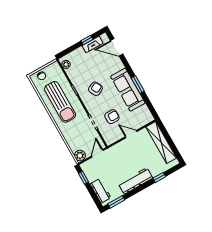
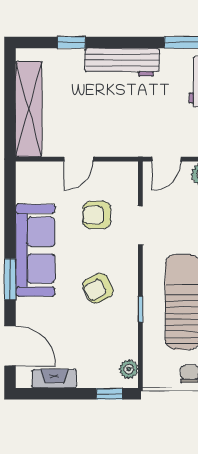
window: (87, 40) -> (109, 394), moved
window: (138, 85) -> (10, 279), moved
door: (131, 134) -> (78, 159), hinge flipped

